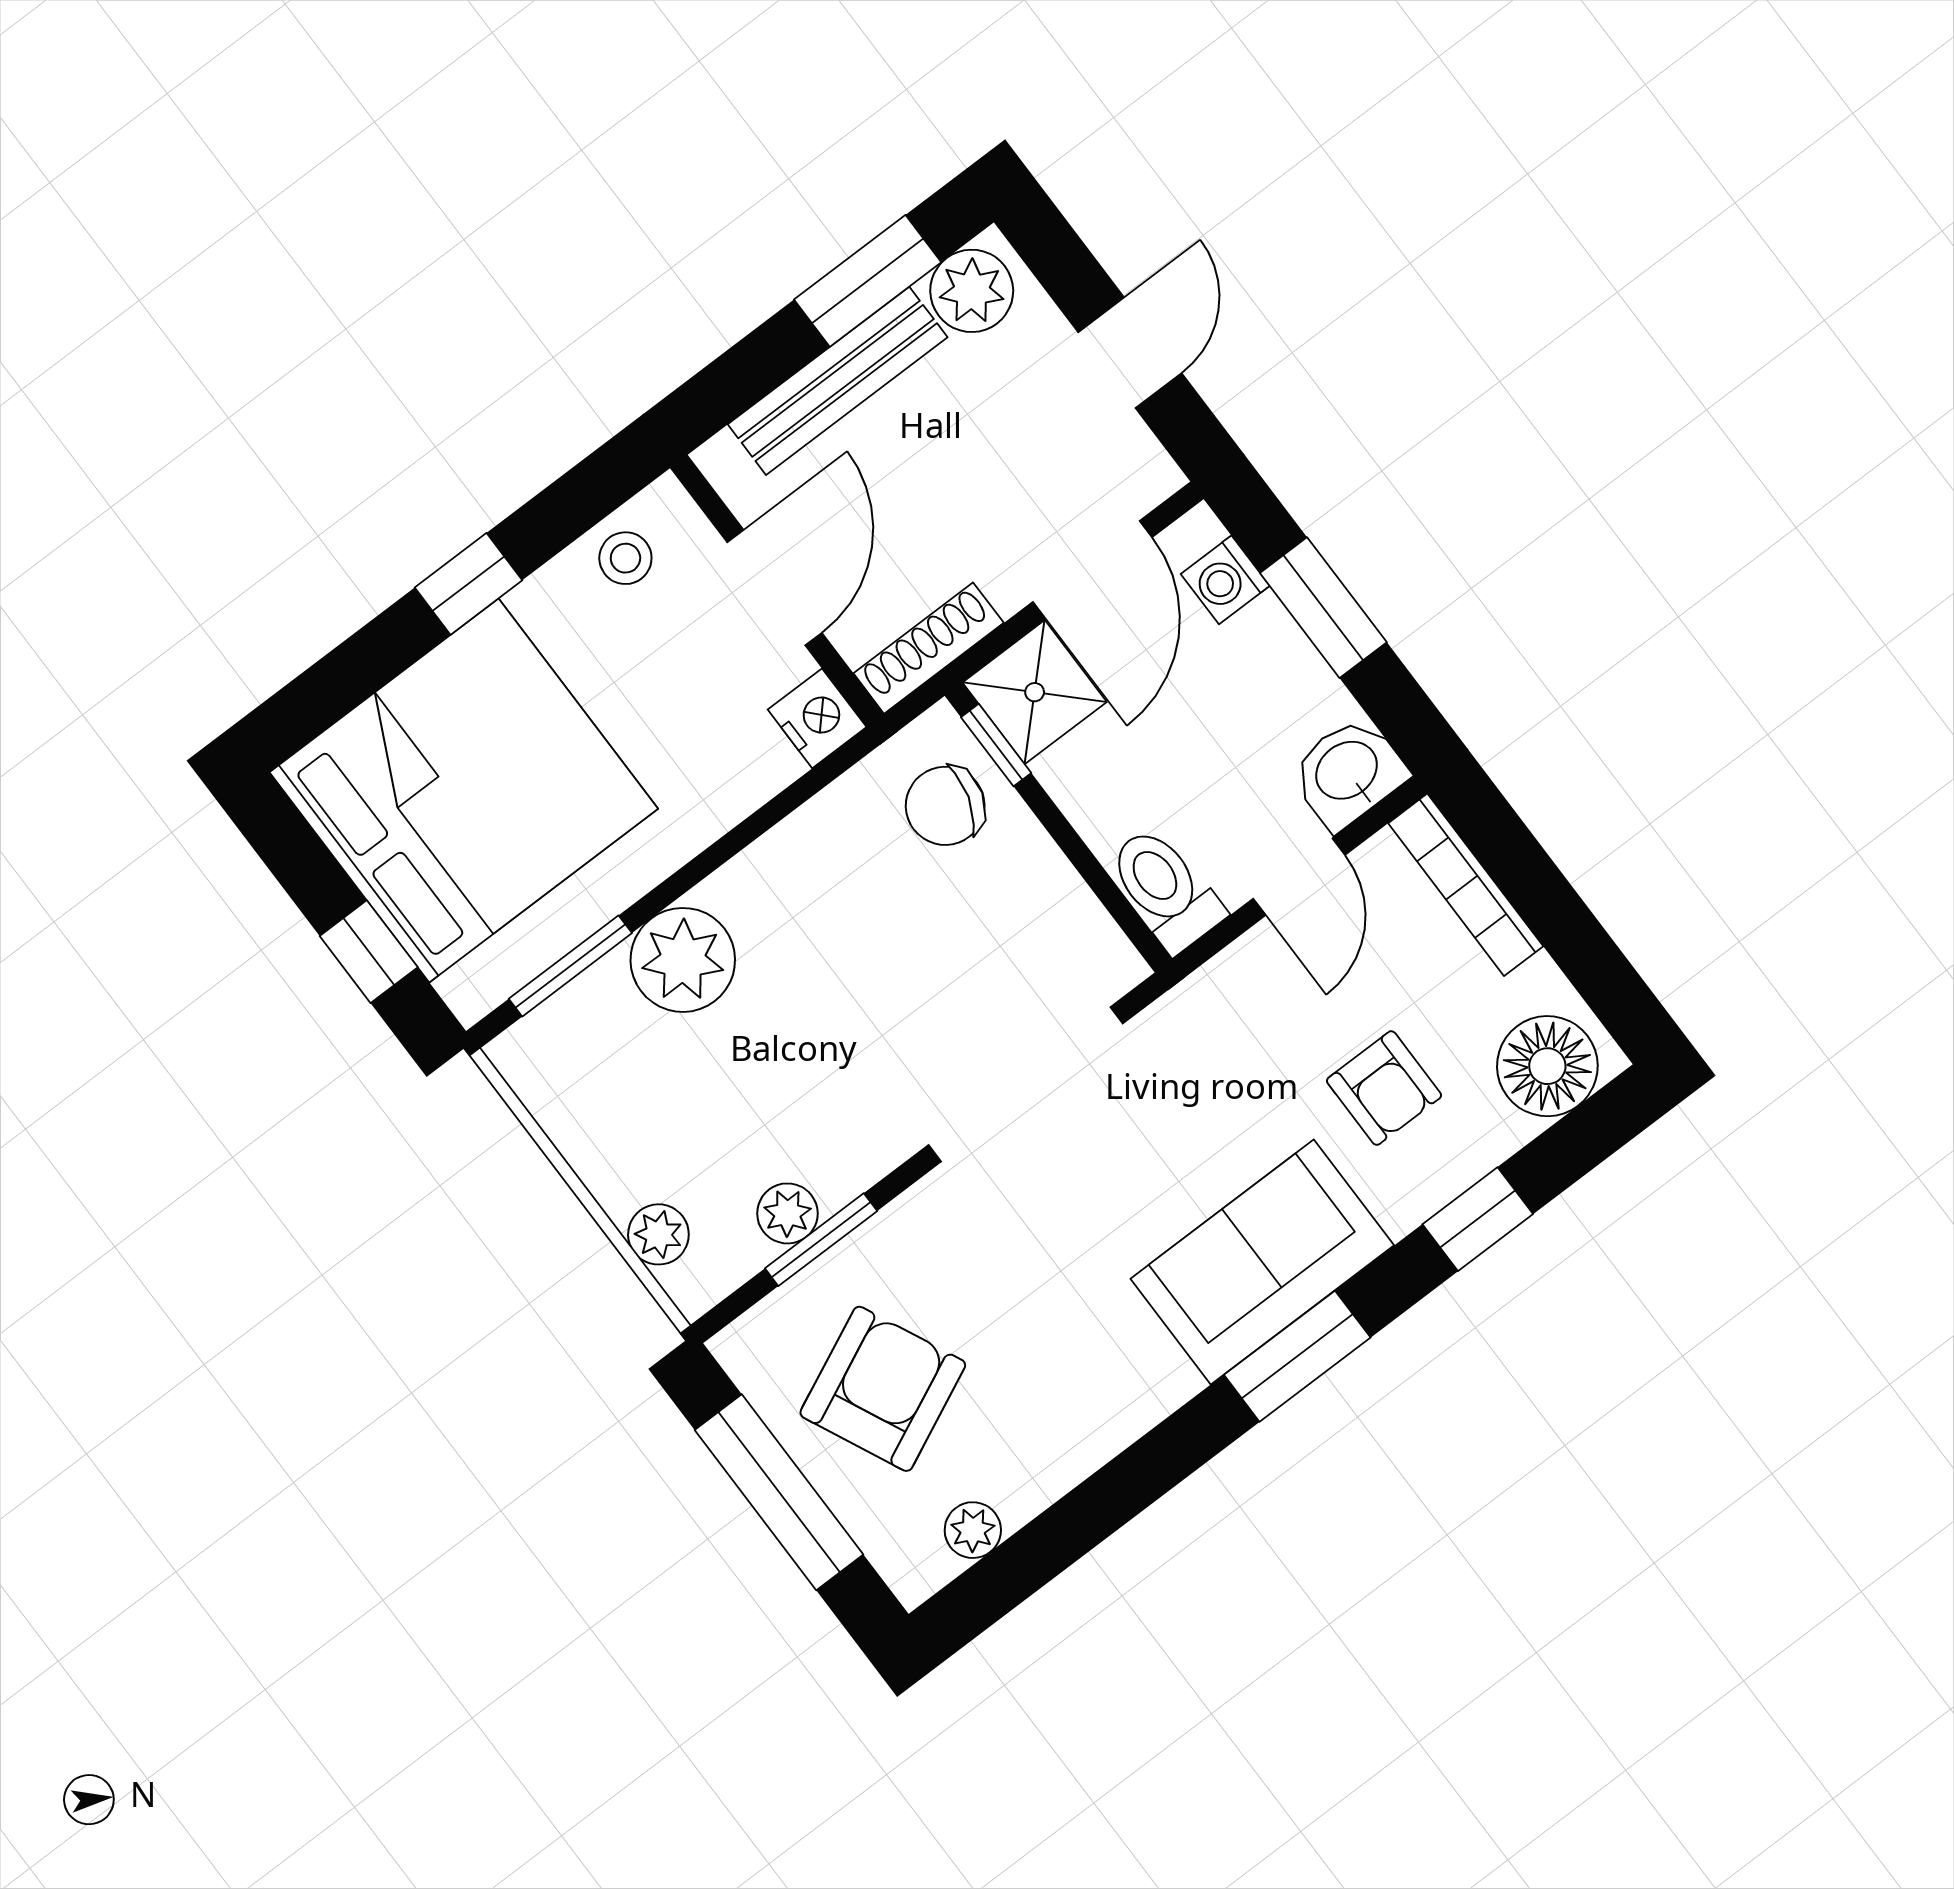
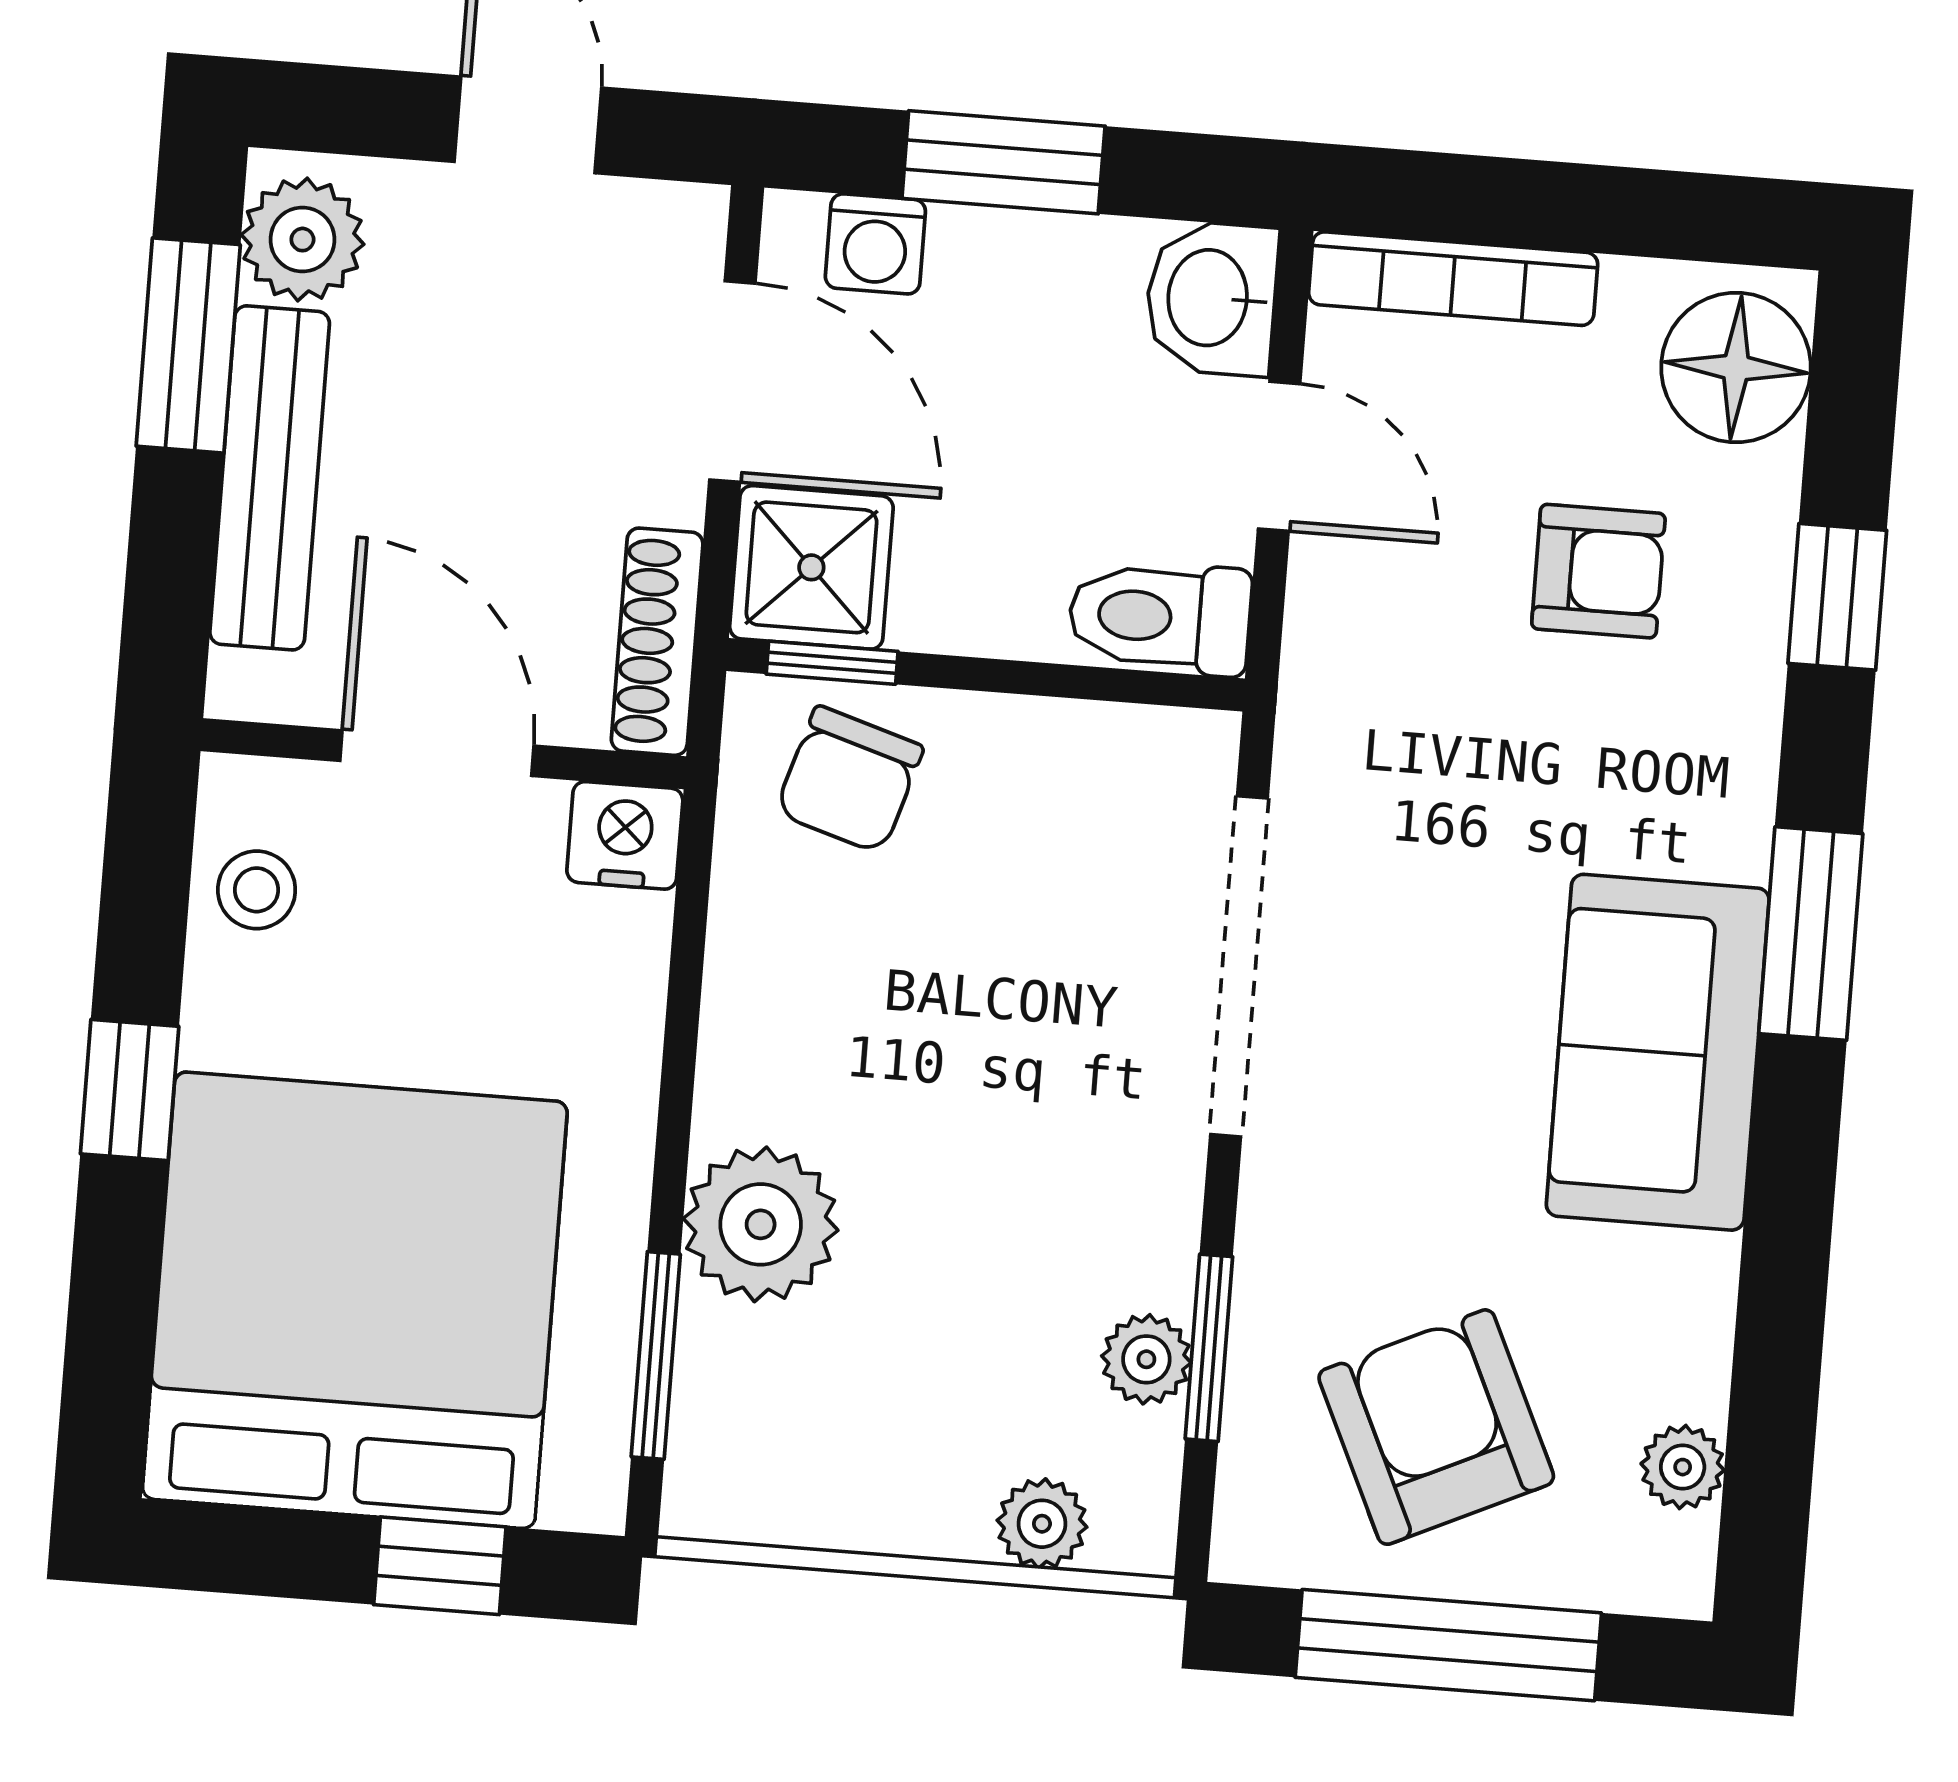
sofa: (1262, 1262) -> (1658, 1052), moved

